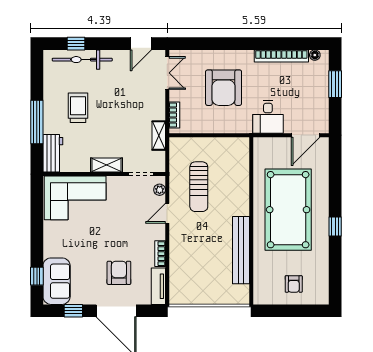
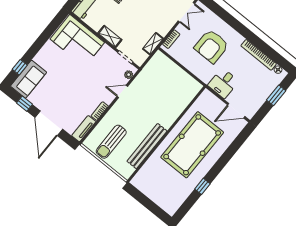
sun lounger: (199, 187) -> (111, 142), moved
window: (335, 226) -> (202, 186), moved
armchair: (119, 273) -> (68, 103), removed
armchair: (294, 284) -> (161, 189), removed

